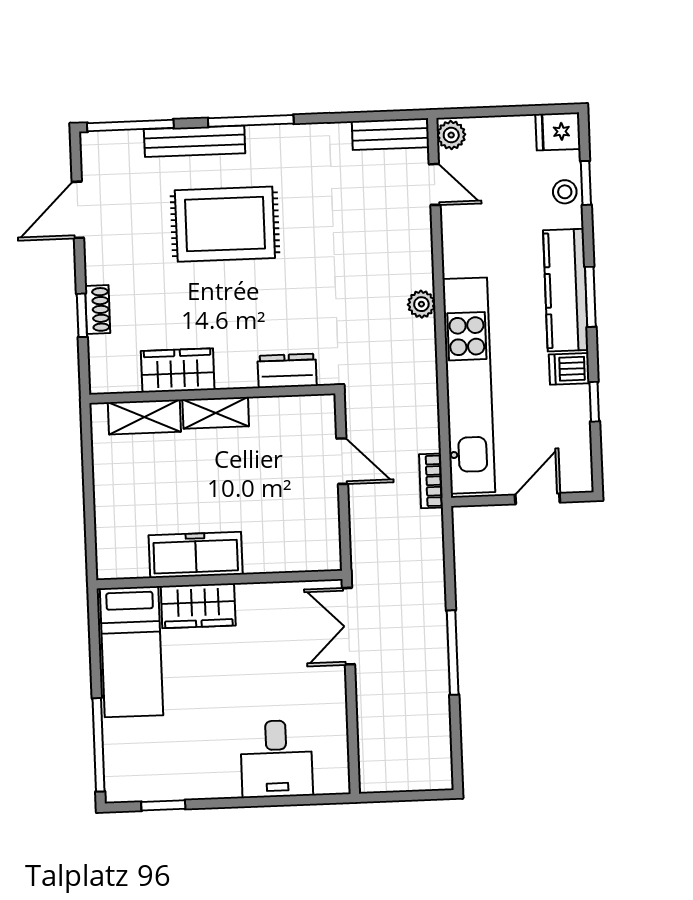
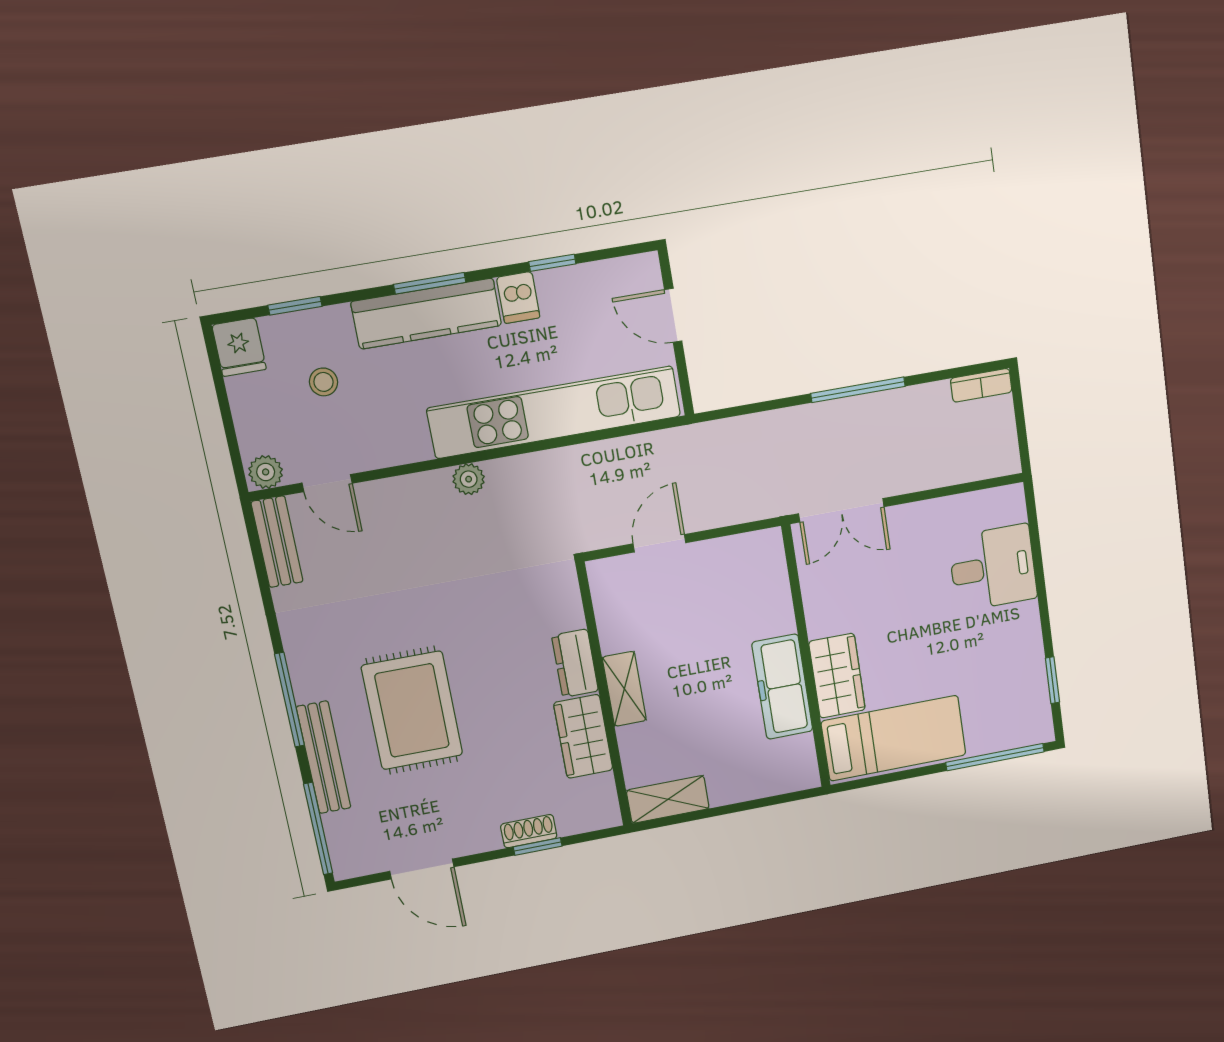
door: (435, 184) -> (327, 483), swing flipped
stool: (565, 192) -> (324, 382), moved
dresser: (287, 371) -> (575, 663), moved
shelving: (144, 417) -> (668, 799), moved, turned 90
bookcase: (431, 481) -> (981, 385), moved

